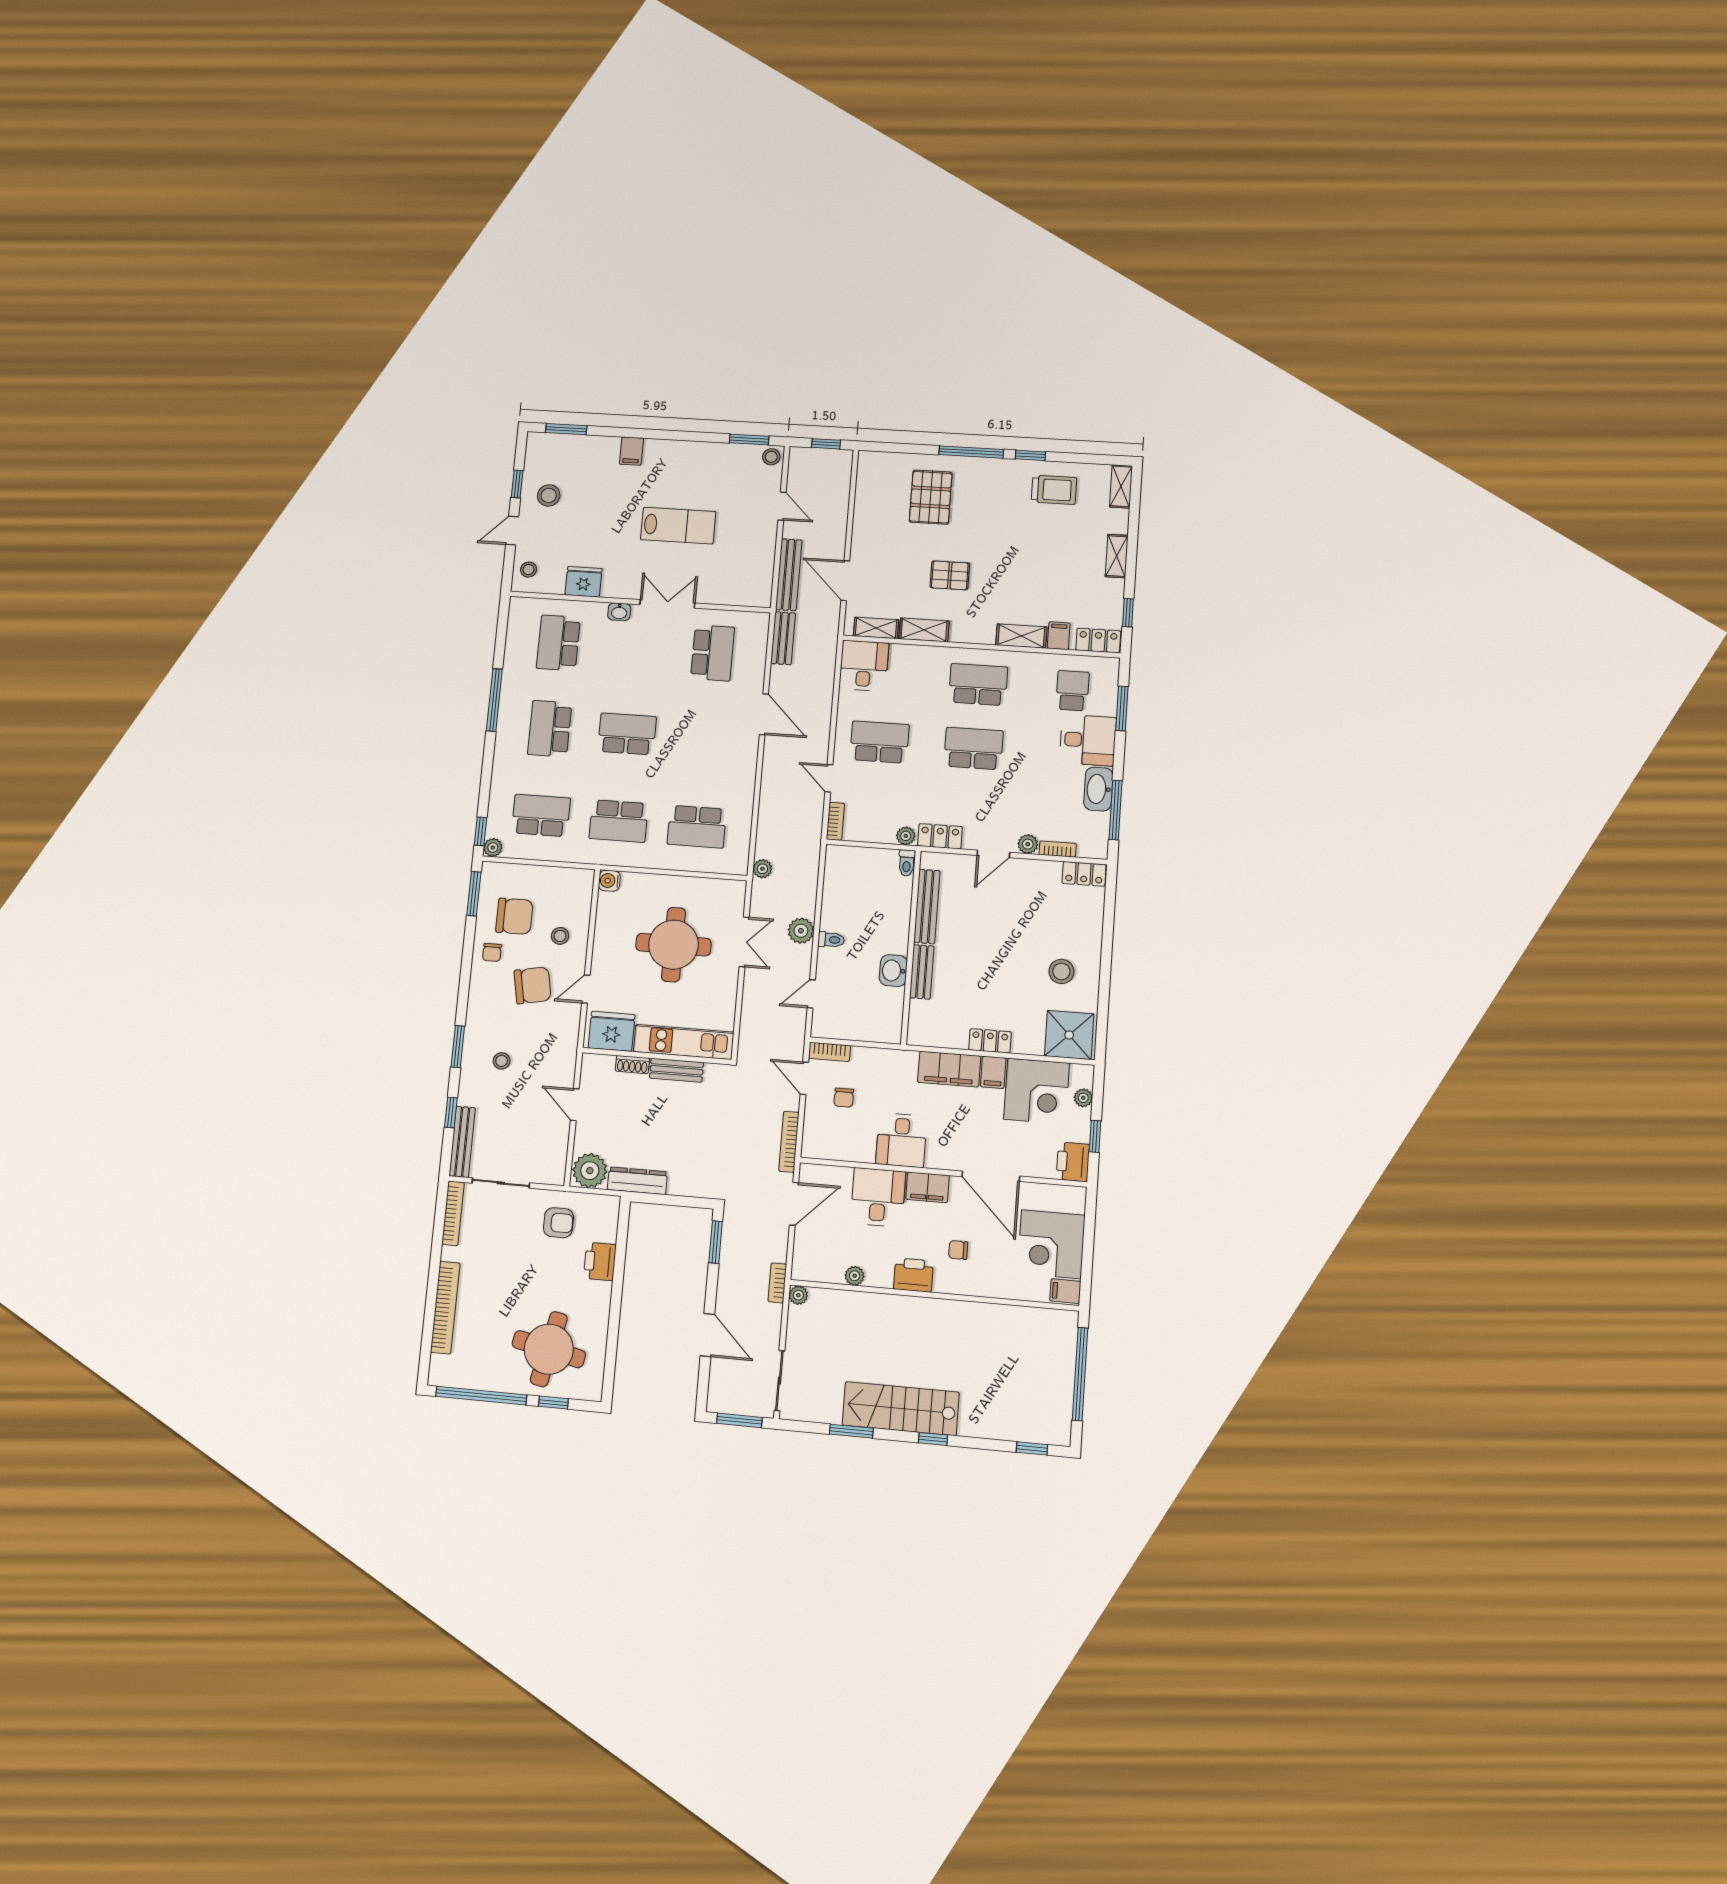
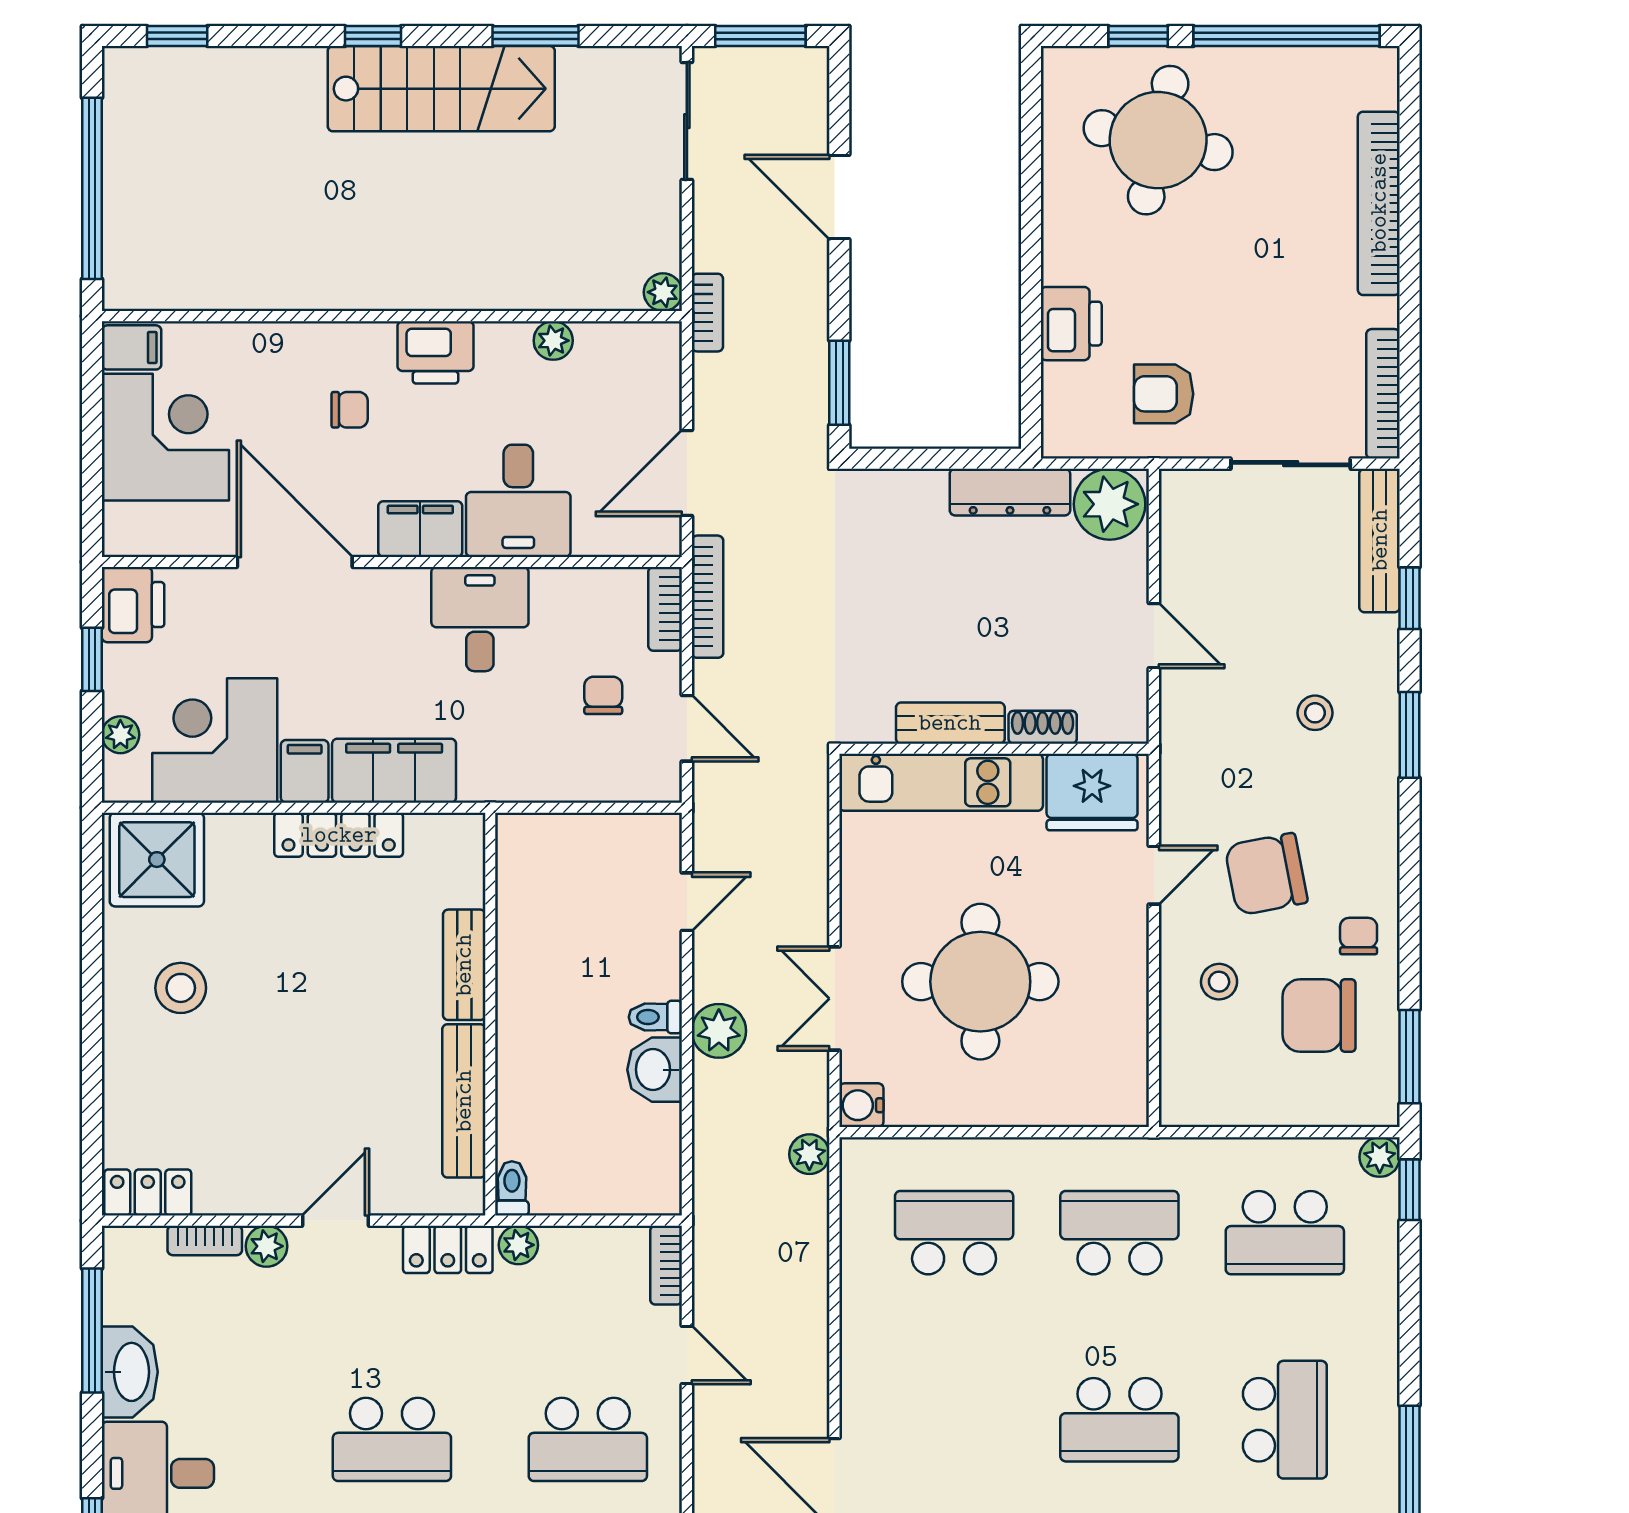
water cooler: (609, 881) -> (861, 1105), moved, turned 180
washbasin: (893, 971) -> (655, 1070), moved, turned 180
locker: (990, 1041) -> (339, 835), width x1.53
bookcase: (829, 1052) -> (665, 609), moved, turned -90

